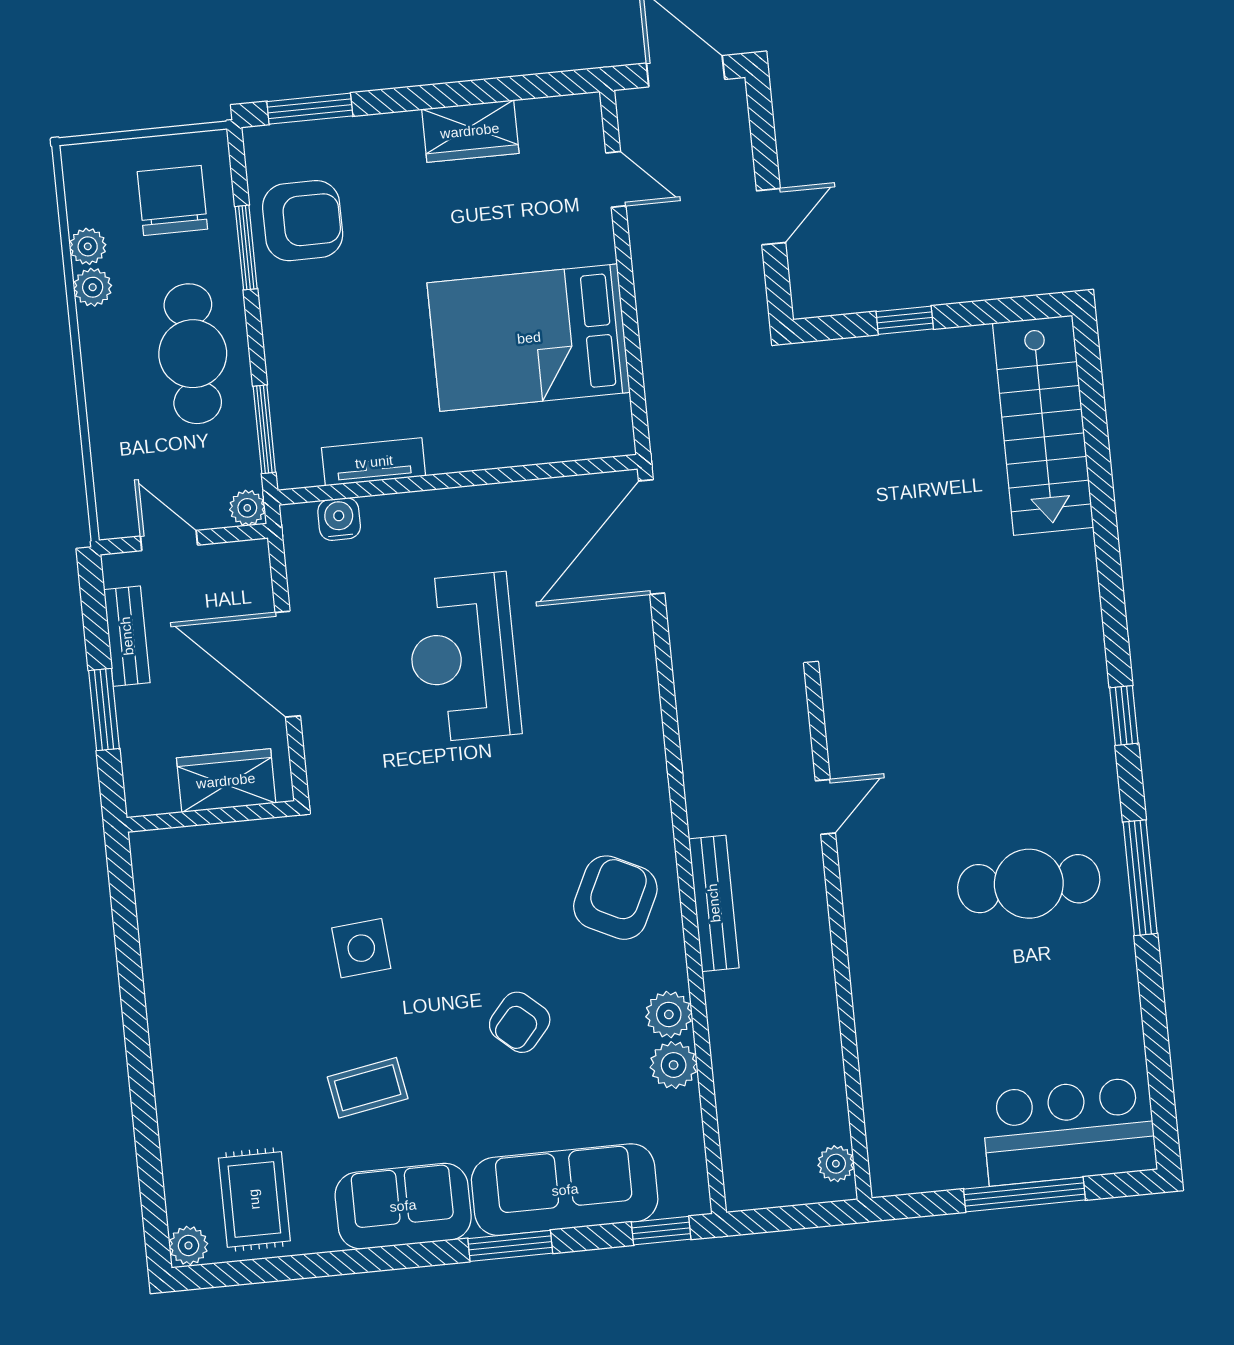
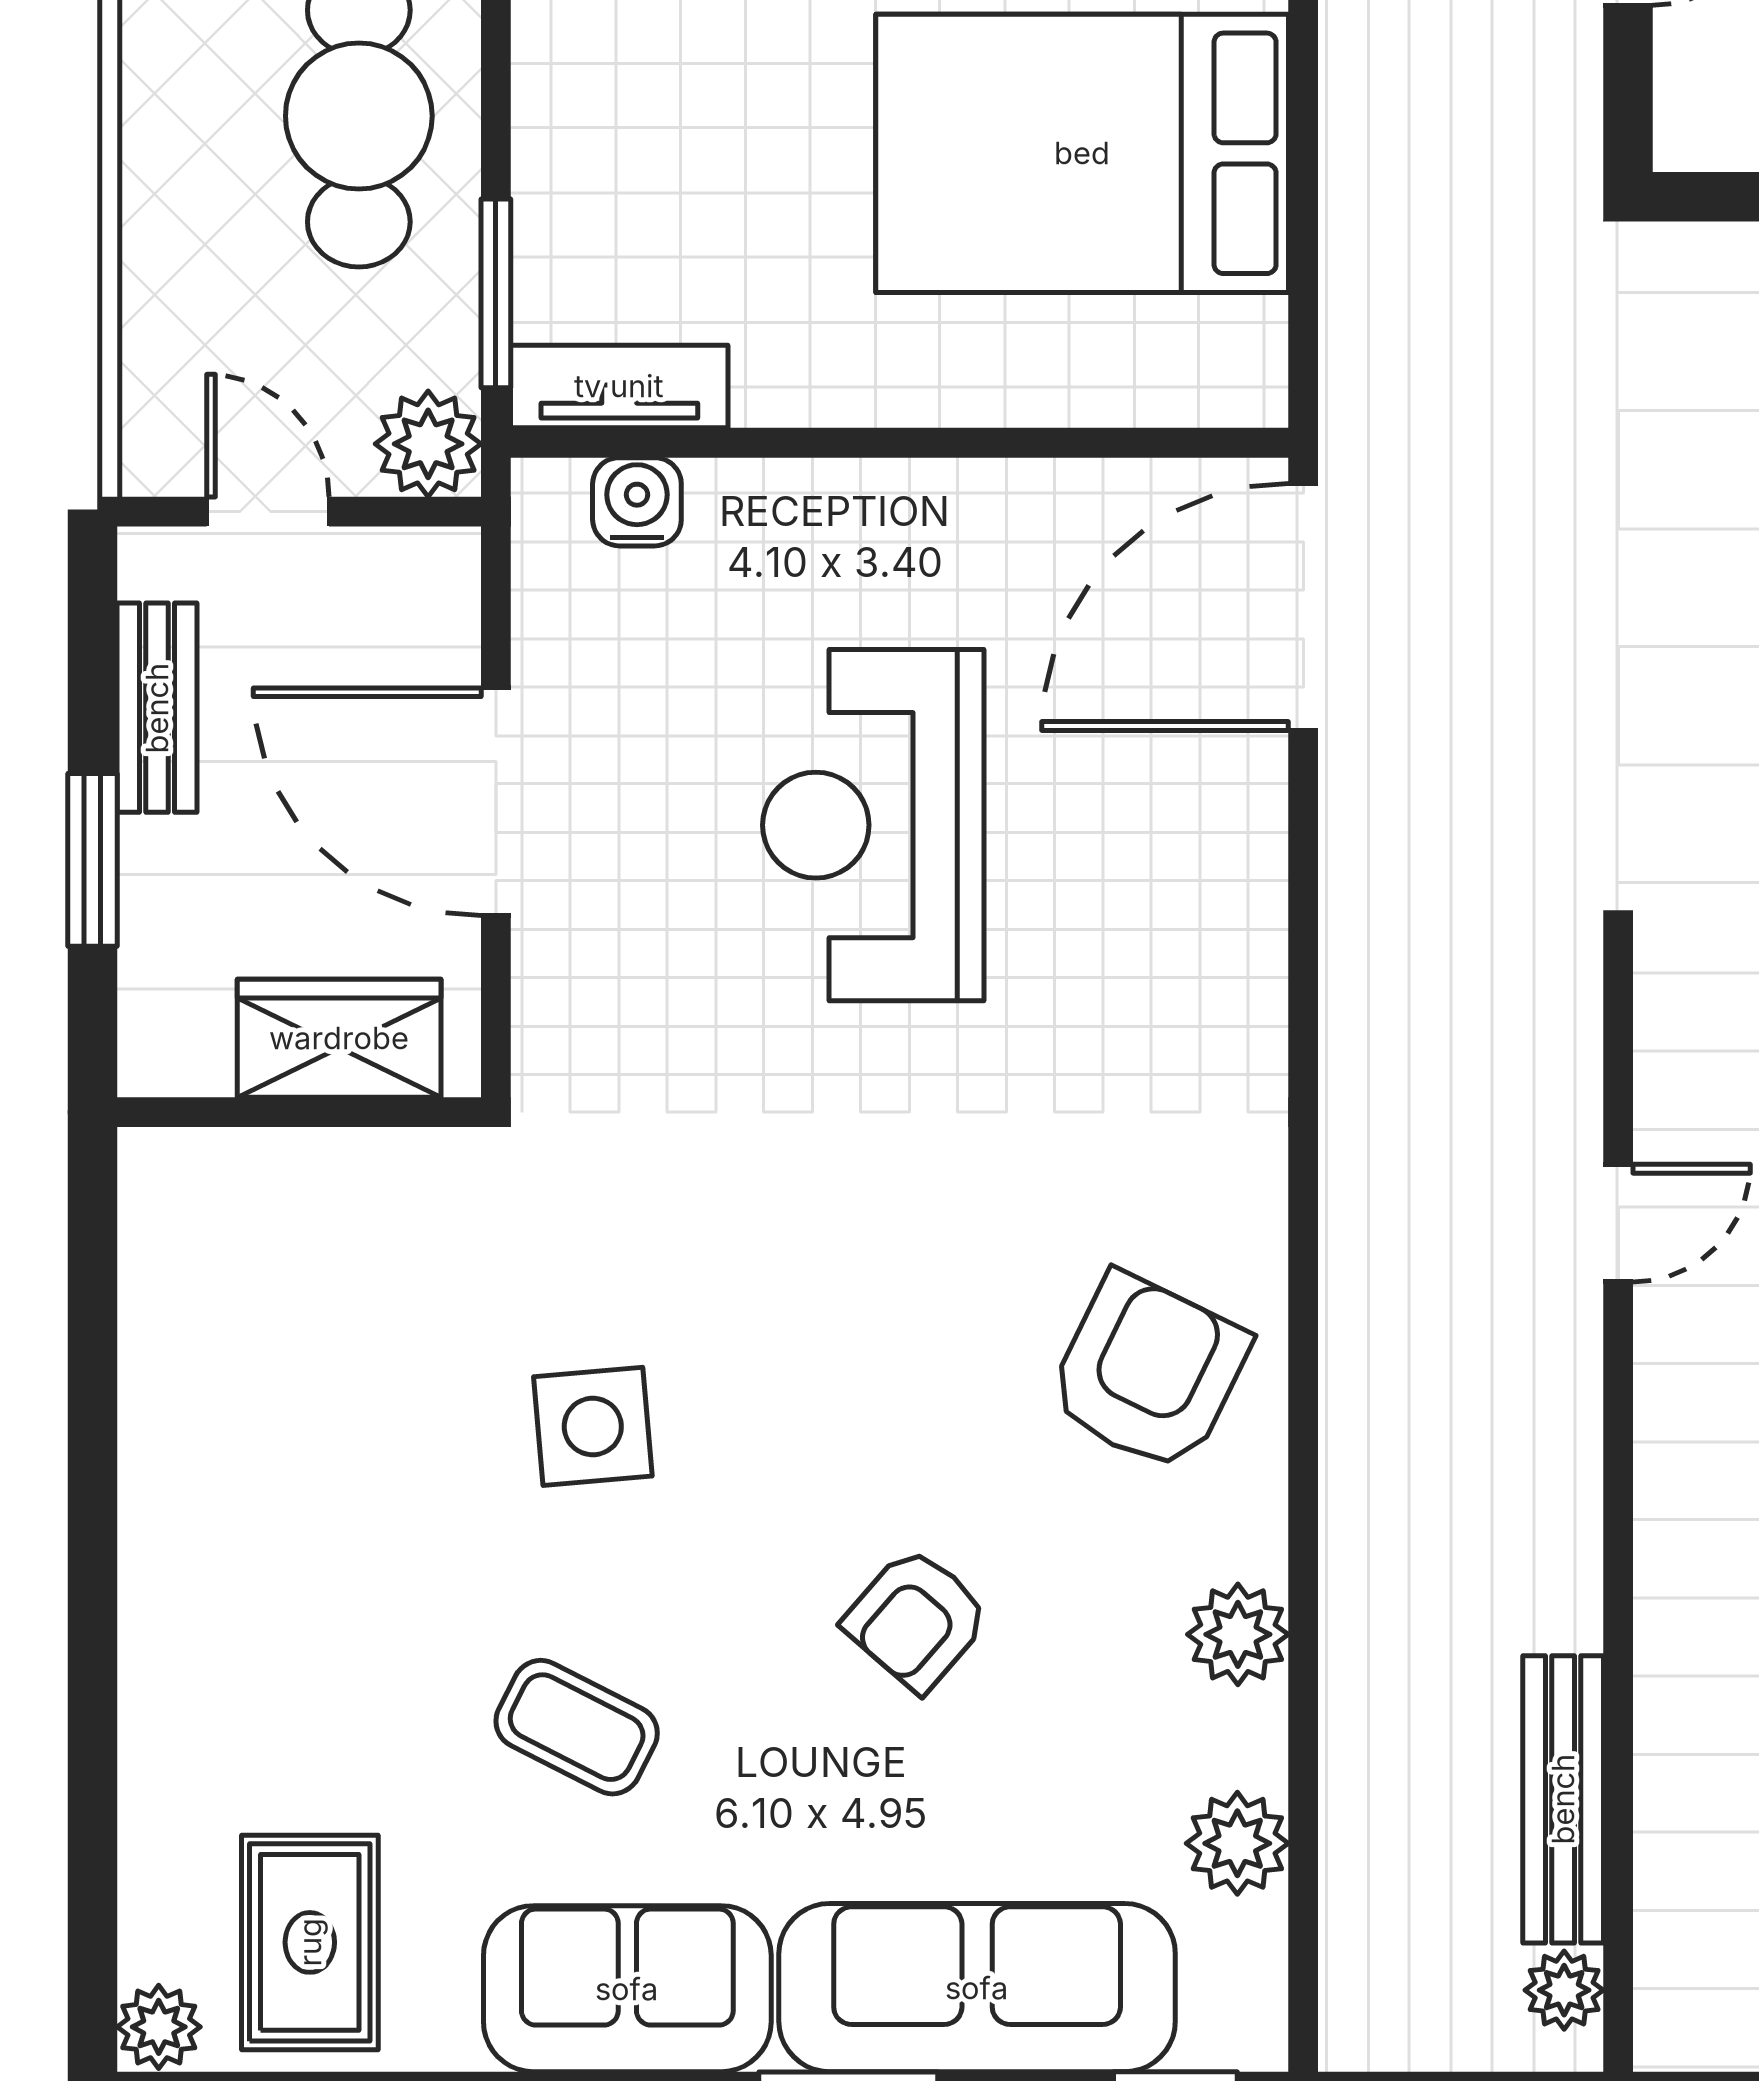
tv unit: (374, 462) -> (619, 386), moved
plant: (247, 508) -> (428, 444), width x1.38, depth x1.38
bench: (714, 903) -> (1563, 1799), moved
plant: (674, 1065) -> (1237, 1843), moved
coffee table: (368, 1088) -> (577, 1727), turned 37

